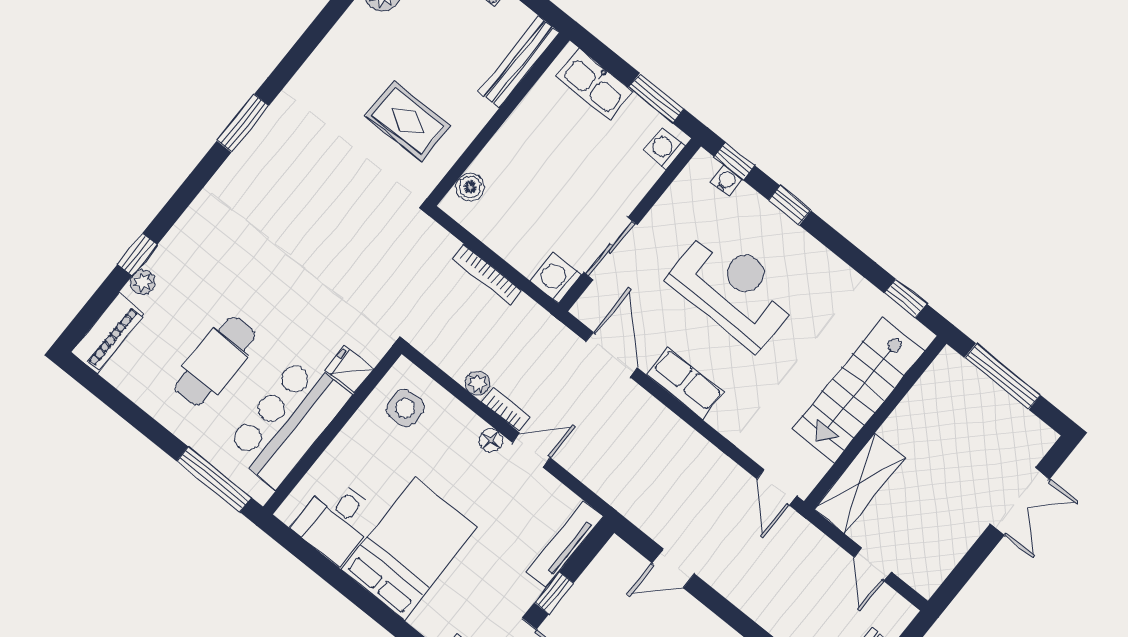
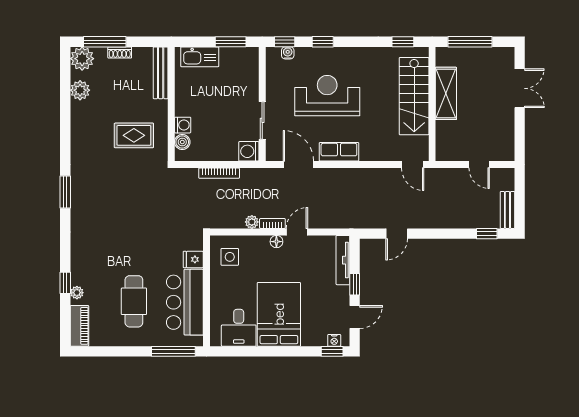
washing machine: (664, 148) -> (183, 125), moved, turned 180
shelving: (859, 483) -> (446, 93), moved

